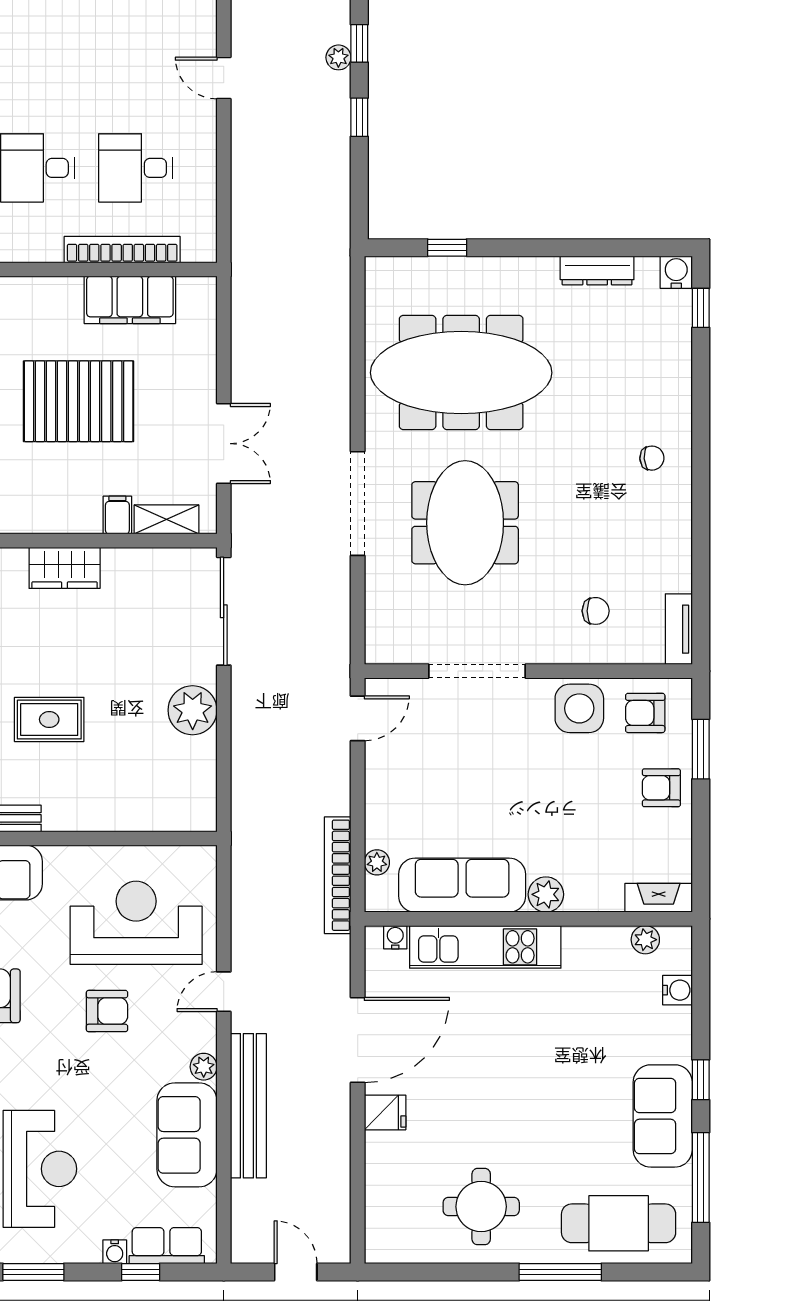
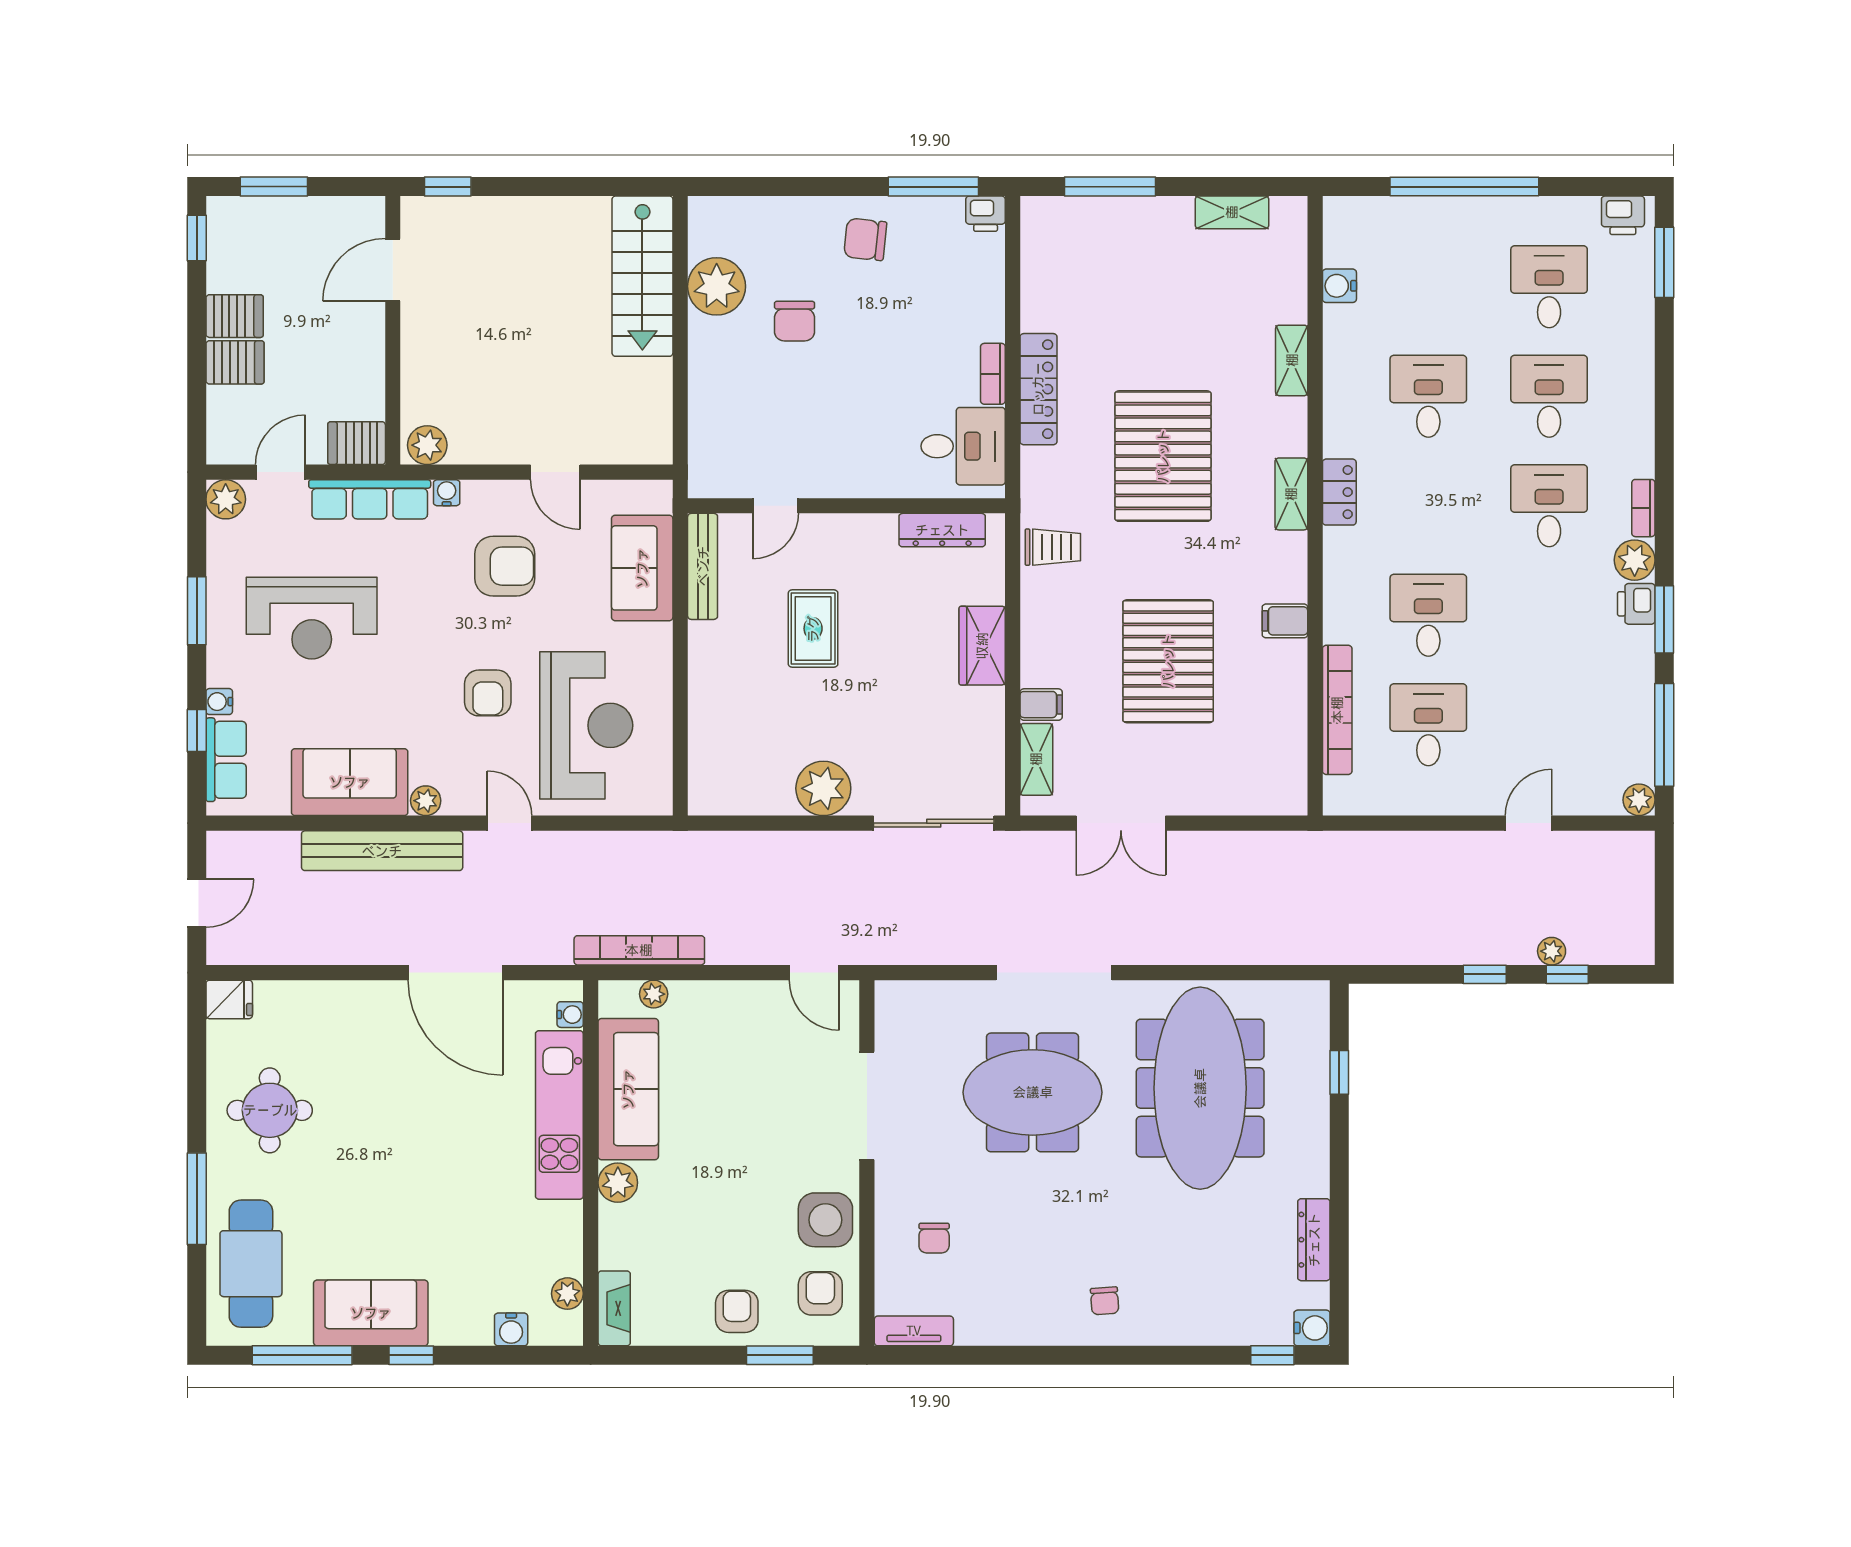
filing cabinet: (130, 300) -> (1285, 621), moved, width x0.33, depth x0.86
fridge: (385, 1112) -> (229, 999), moved, turned -90

